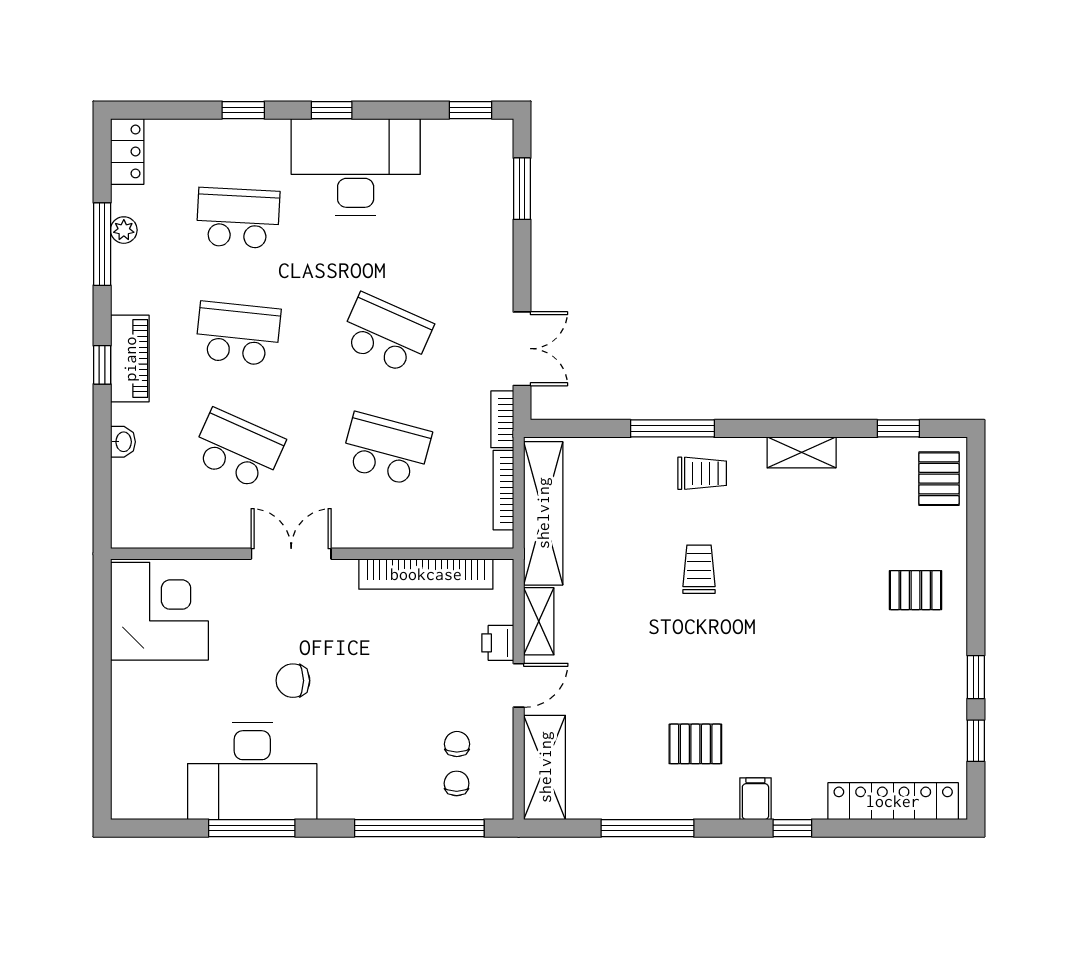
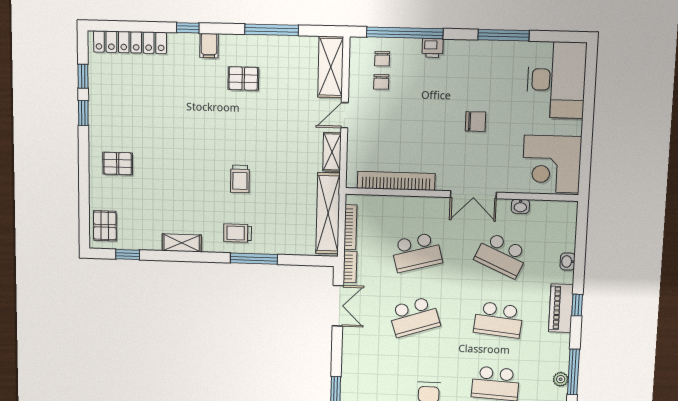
school desk: (386, 334) -> (414, 317), turned -42
double door: (522, 349) -> (338, 306), swing flipped
school desk: (386, 449) -> (417, 252), turned -30
washbasin: (209, 536) -> (520, 206), added
printer: (498, 643) -> (433, 48), moved, turned 90
desk: (252, 771) -> (556, 80), moved, turned 90

